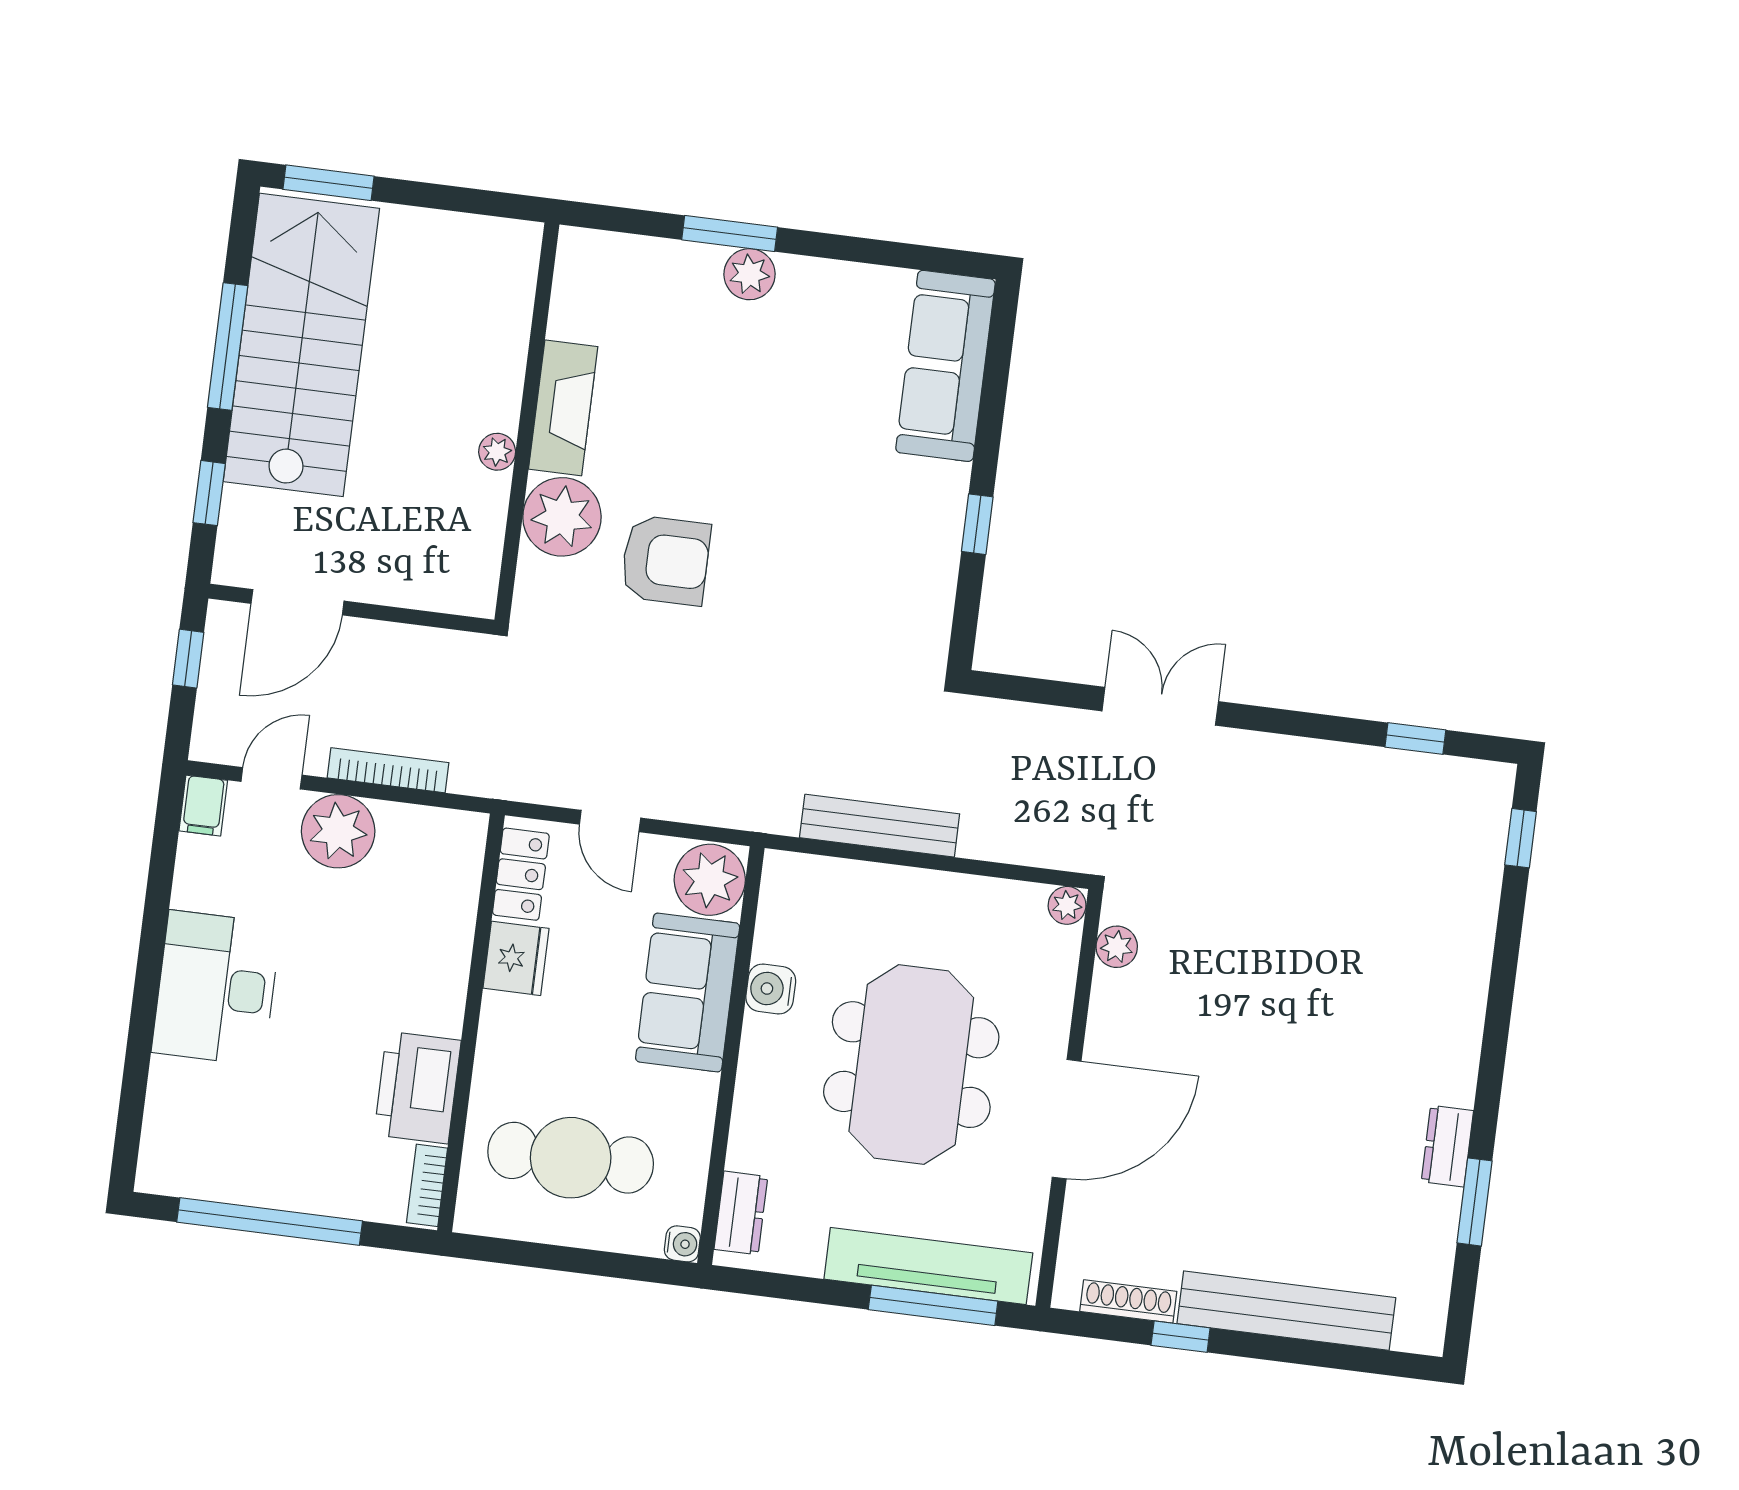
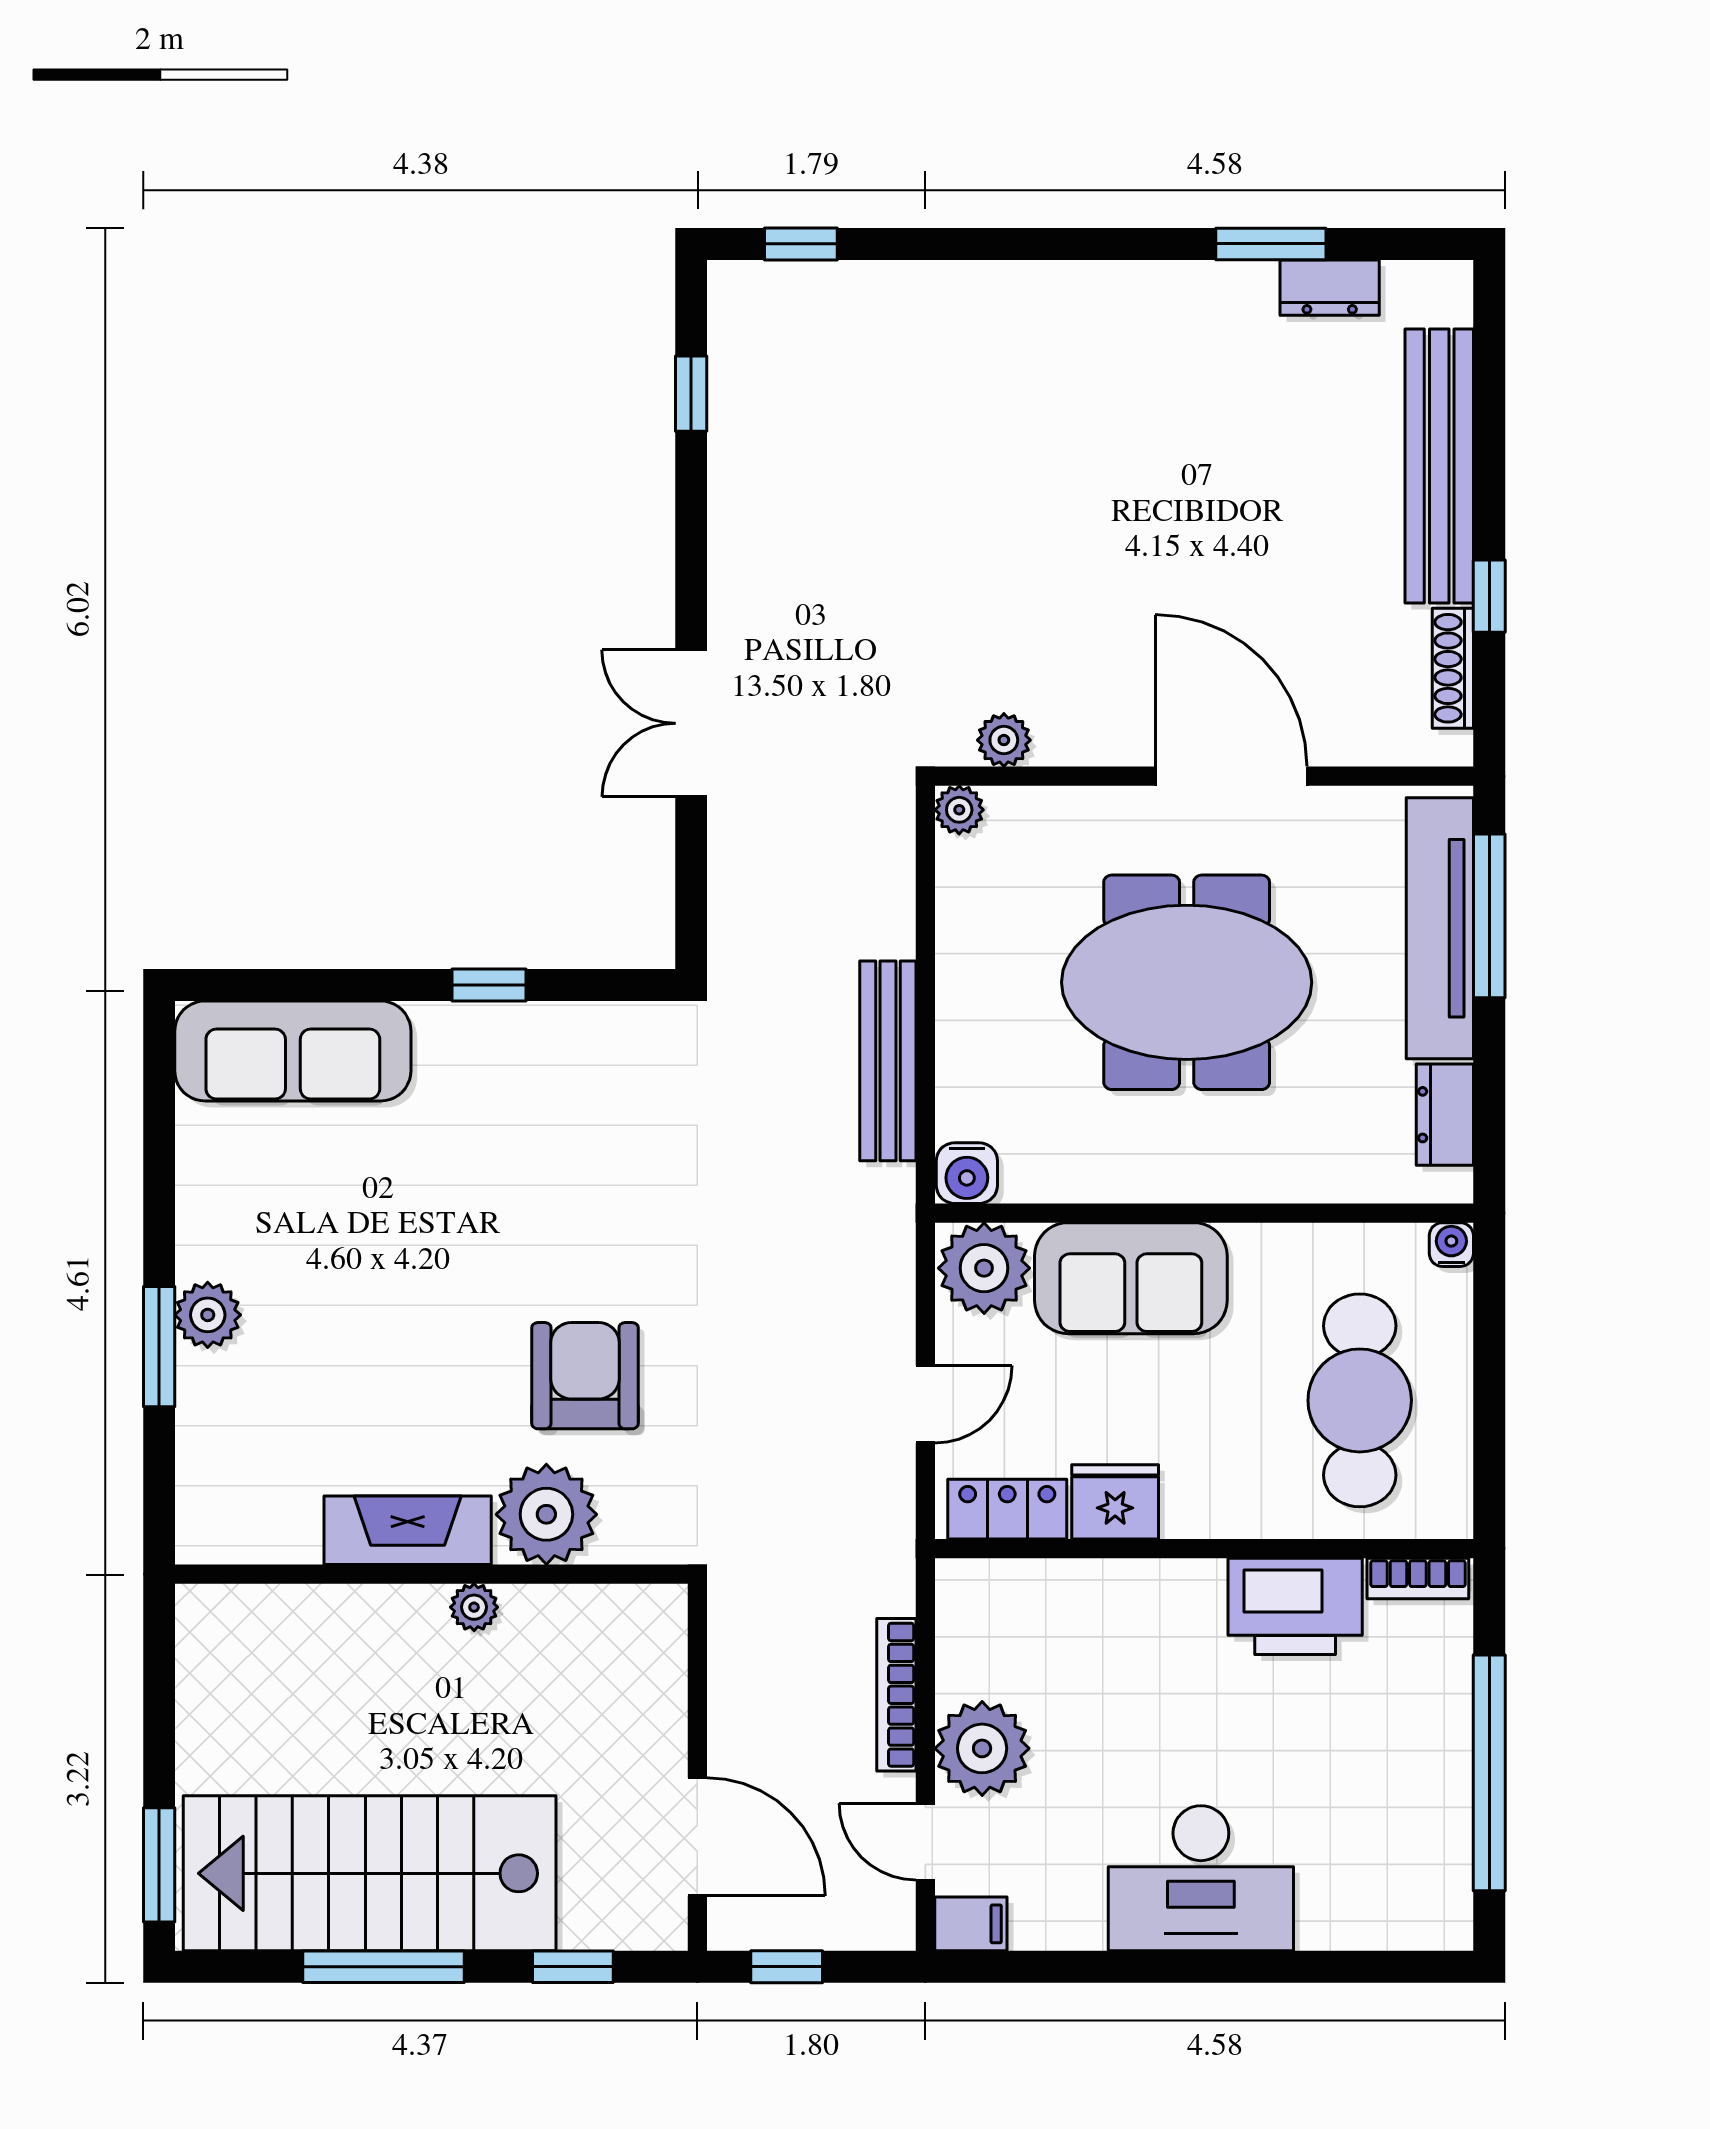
water cooler: (771, 989) -> (967, 1173), moved
dresser: (1447, 1146) -> (1330, 288), moved
dresser: (741, 1213) -> (1445, 1115), moved, turned -90

